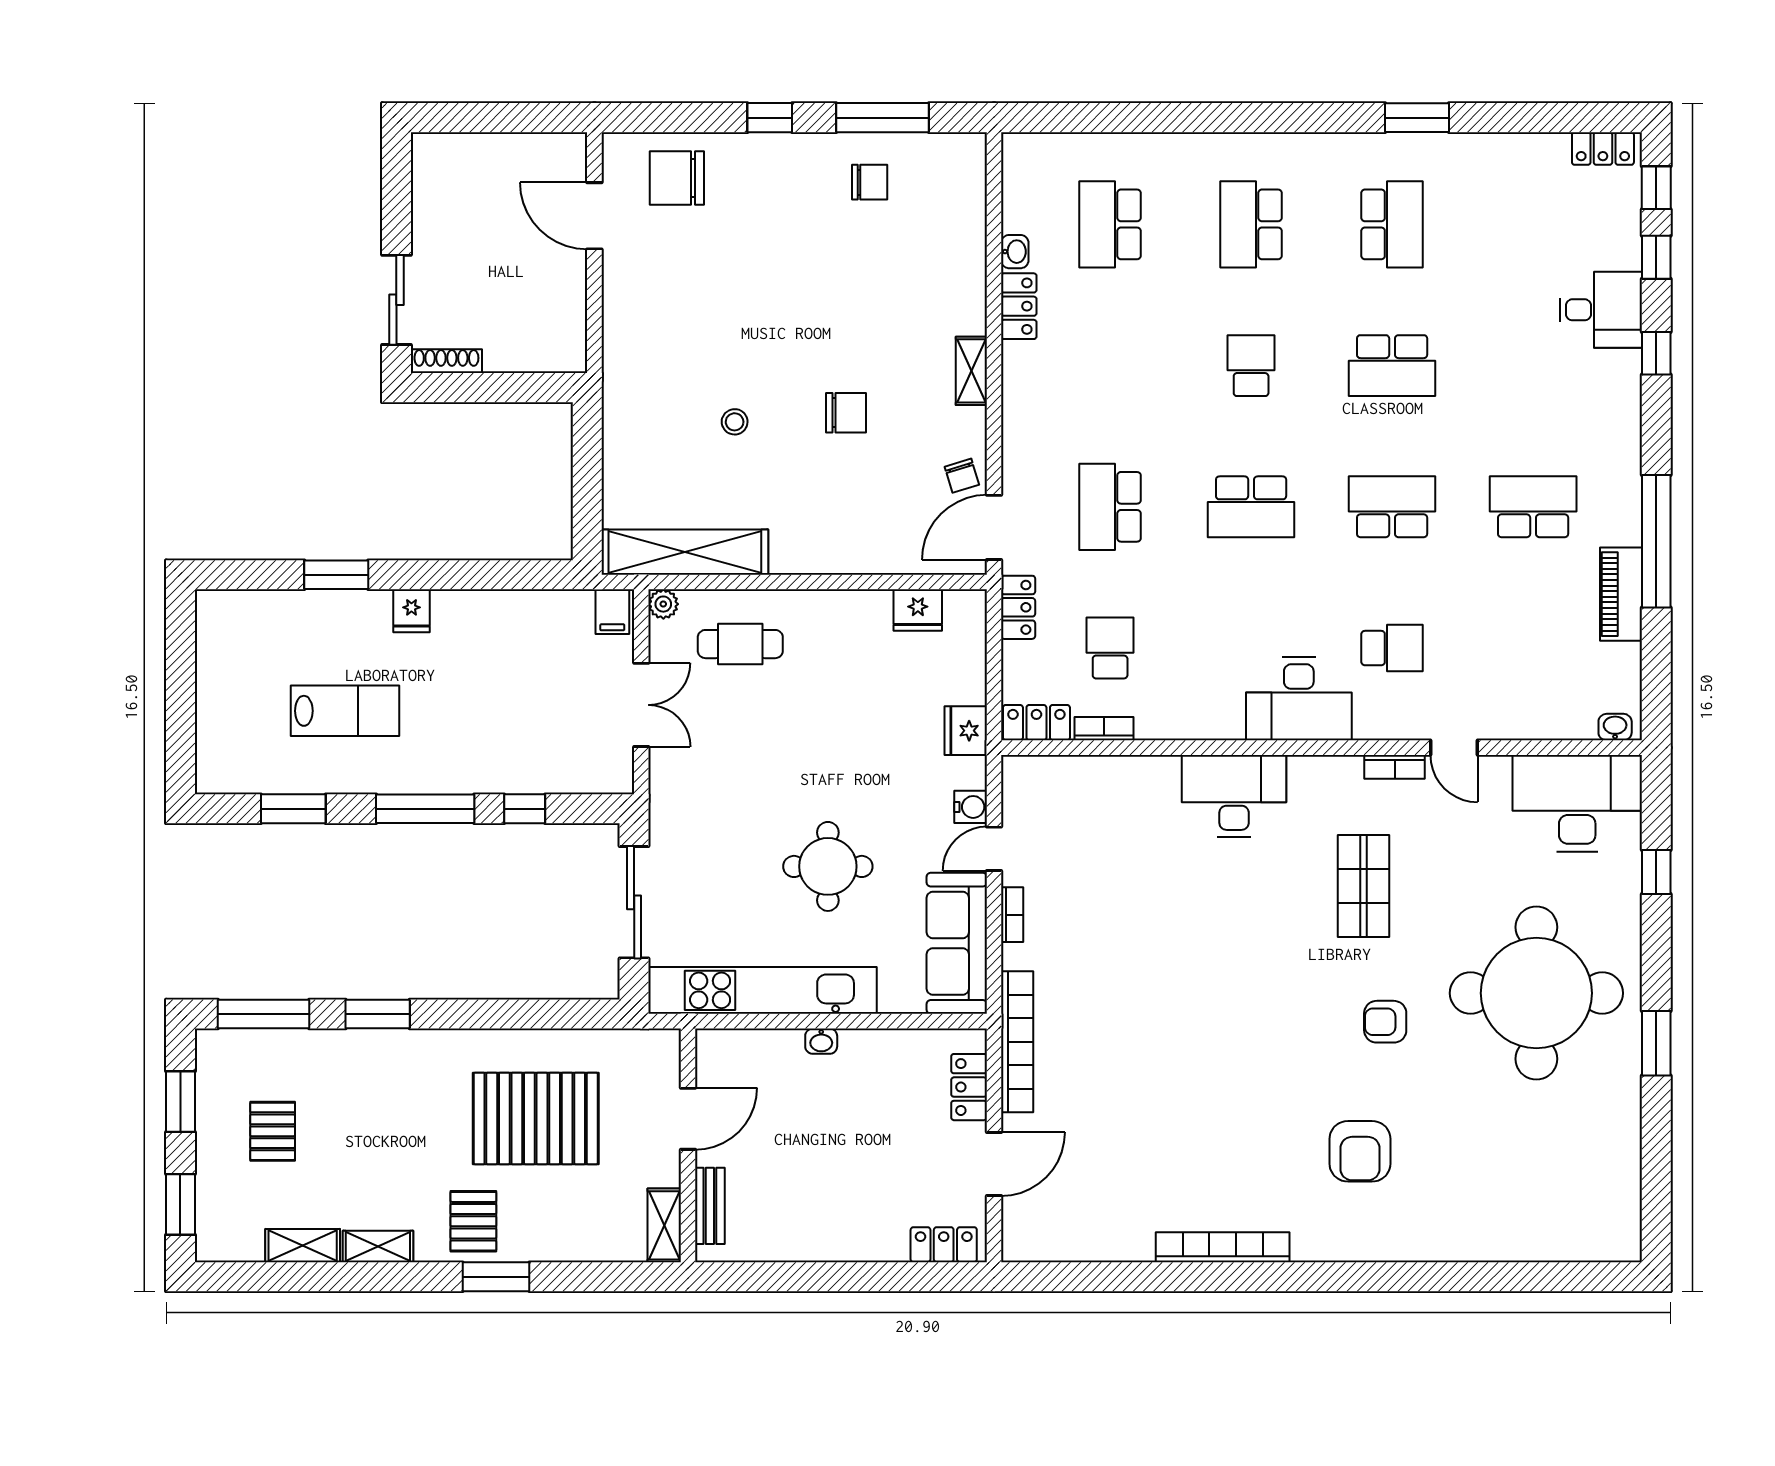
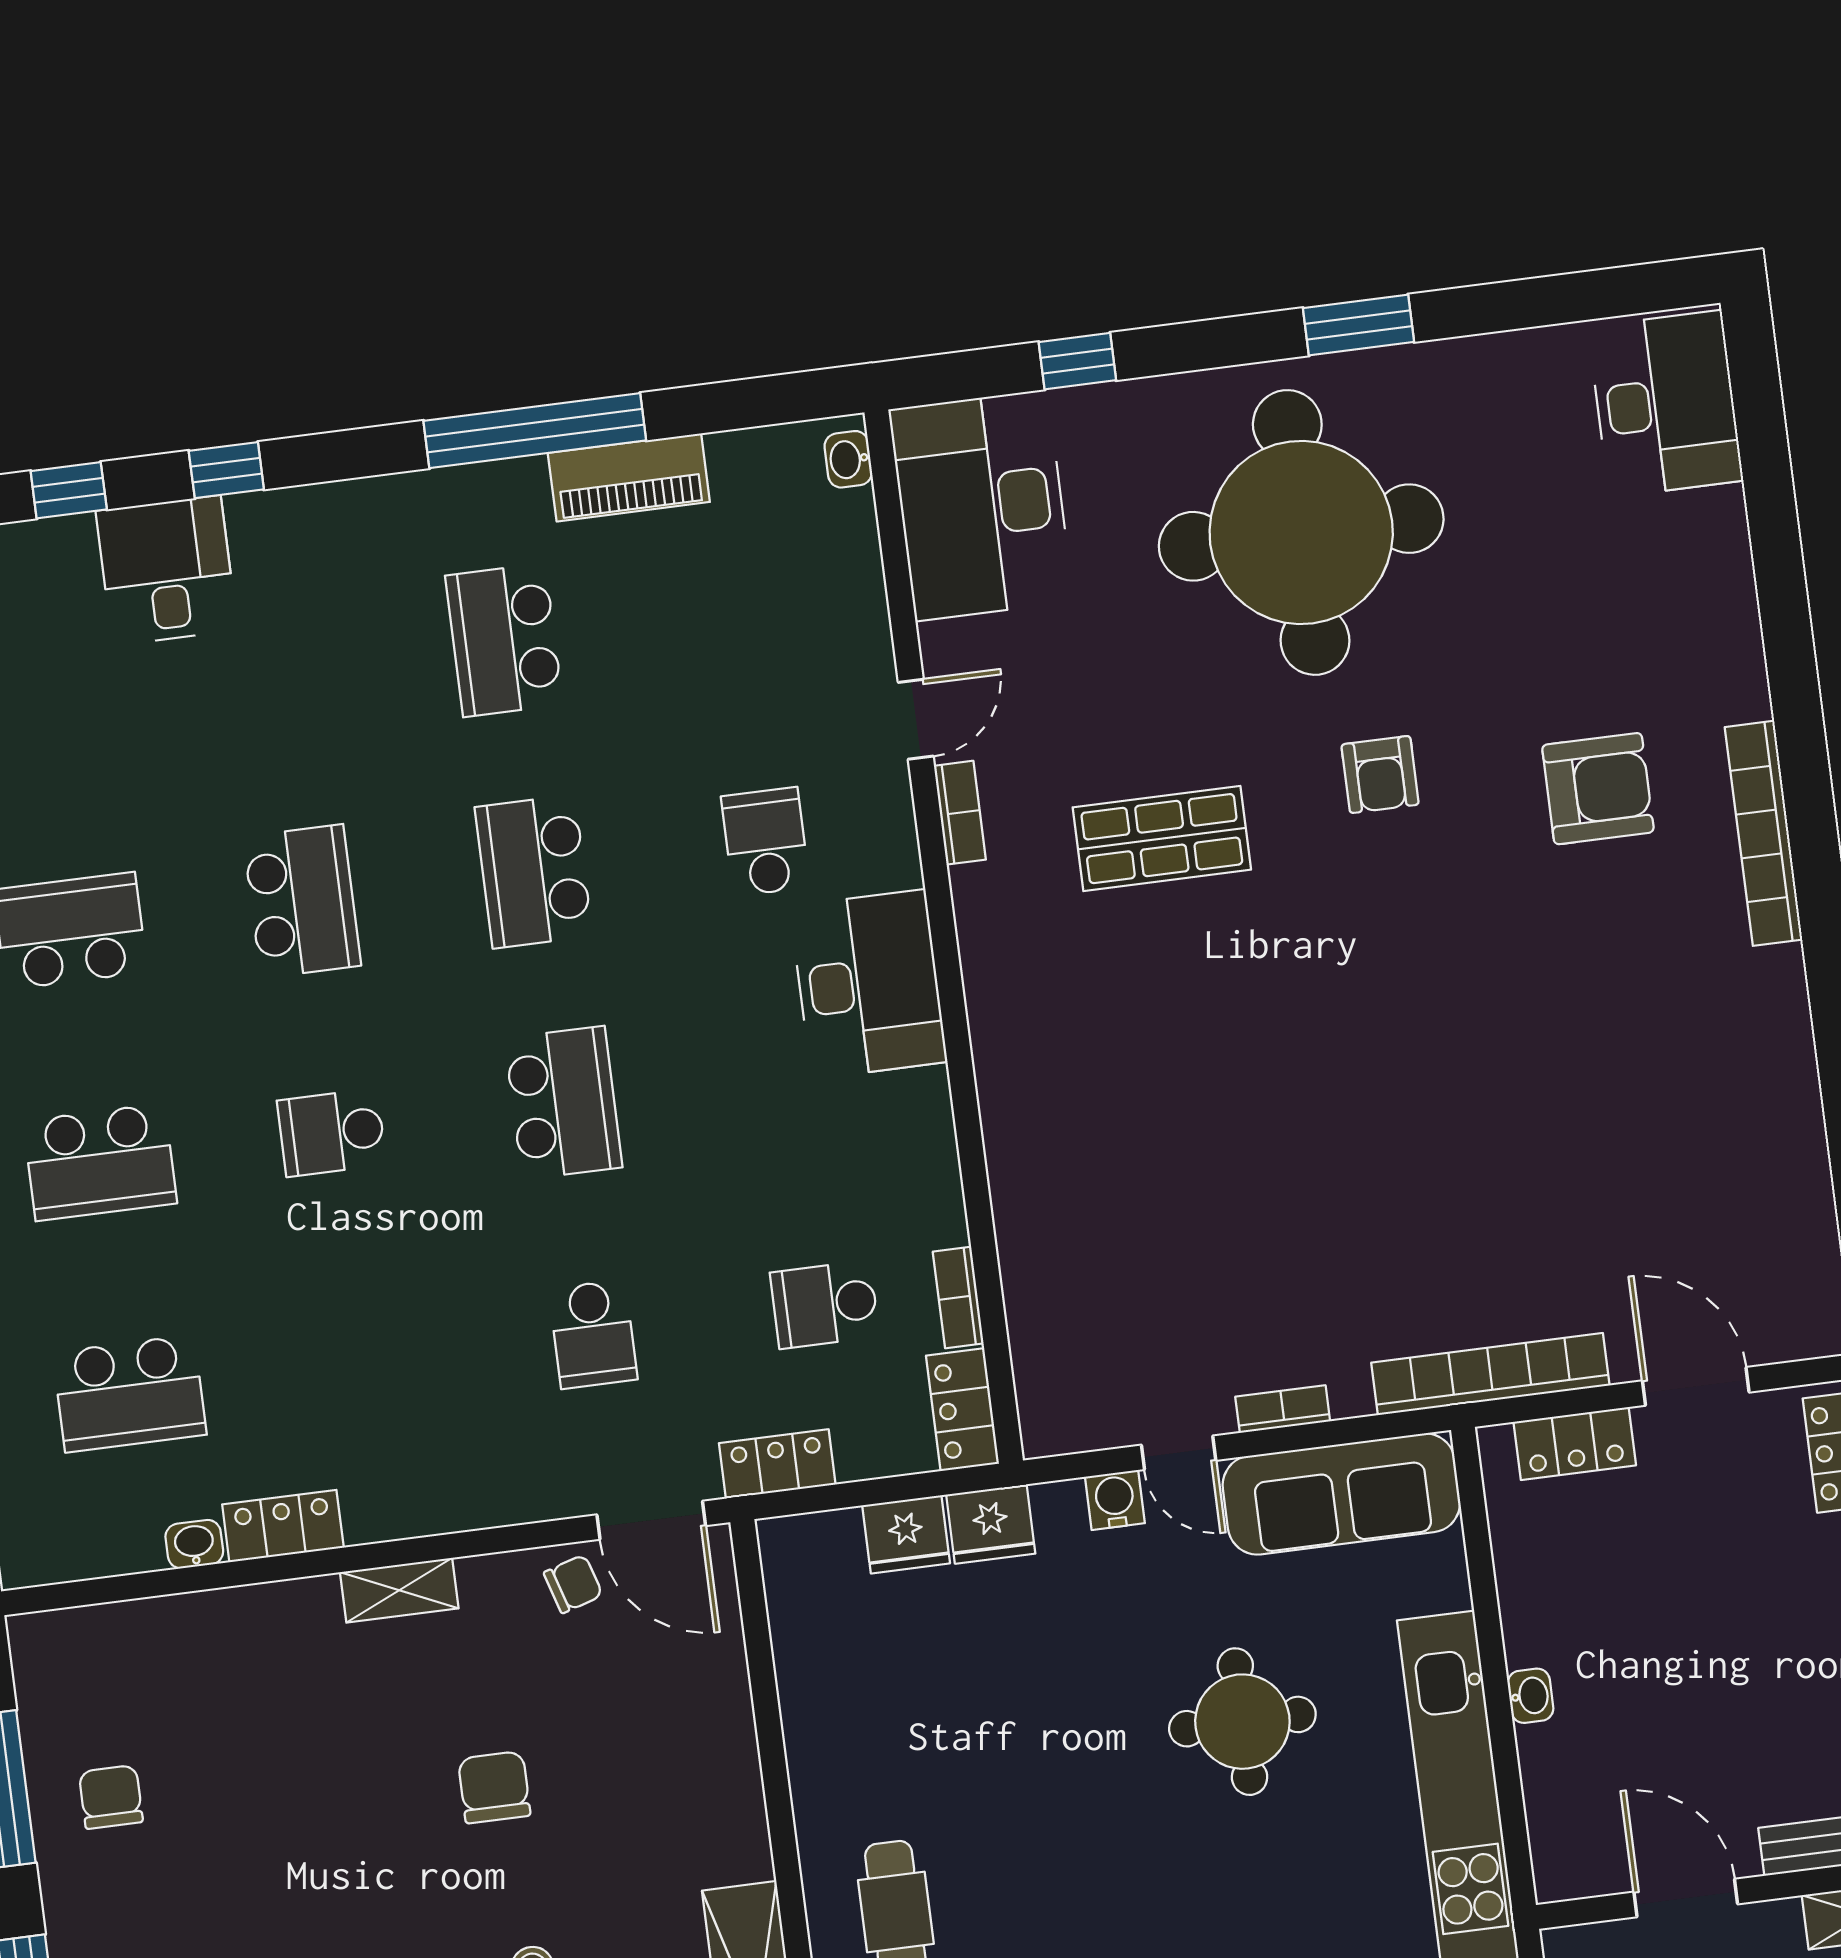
school desk: (1110, 507) -> (593, 1334), width x0.54
fridge: (918, 610) -> (906, 1534), moved, turned 90
desk: (1234, 796) -> (1666, 404), moved, turned 180
bookcase: (1223, 1247) -> (1764, 833), moved

